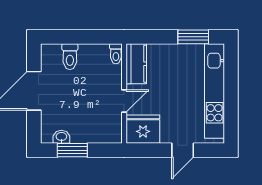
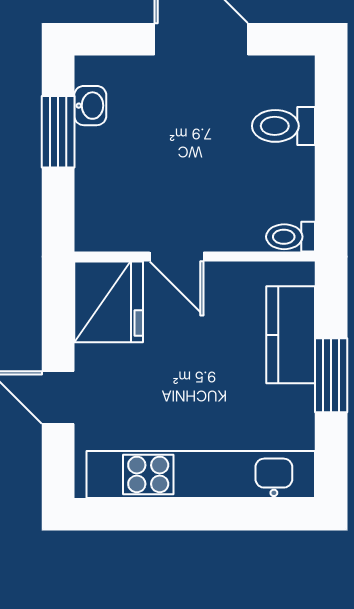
window: (193, 37) -> (331, 375), moved
kitchen counter: (136, 64) -> (291, 335), moved, turned 90

